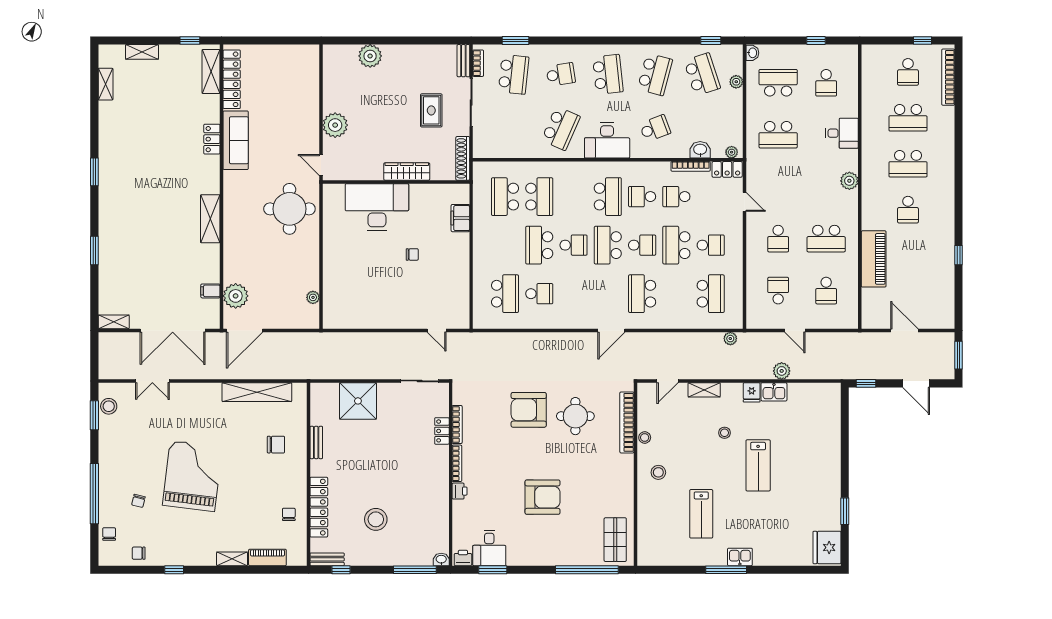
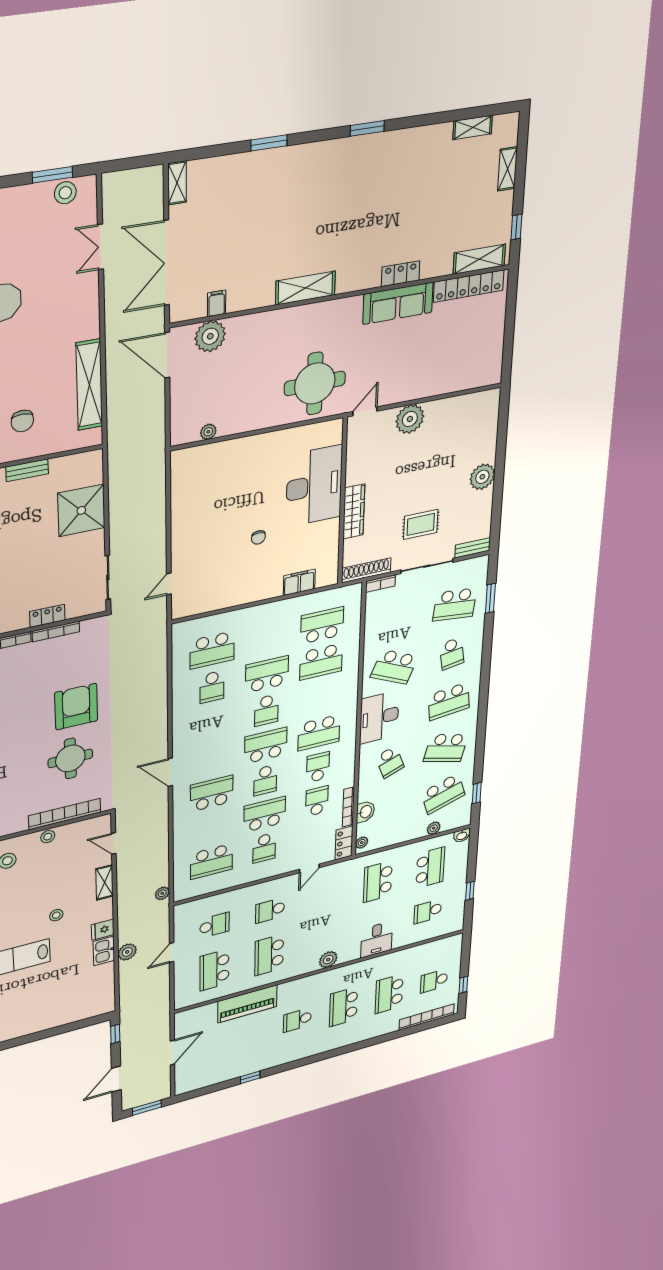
plant: (370, 56) -> (482, 477), moved
bookcase: (478, 63) -> (380, 584), moved
school desk: (826, 291) -> (214, 970), width x1.85

